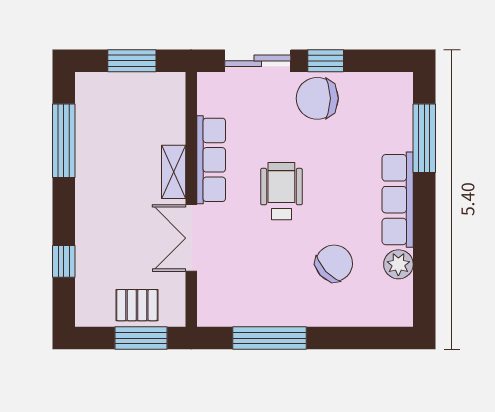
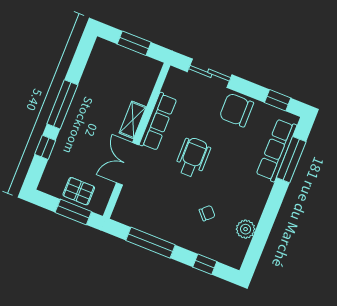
window: (326, 61) -> (278, 100), moved
window: (64, 141) -> (62, 104), moved
row of seats: (398, 200) -> (276, 150), moved
chair: (334, 263) -> (207, 213), width x0.54, depth x0.54
window: (360, 338) -> (205, 264), added

